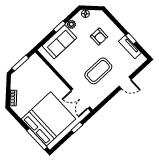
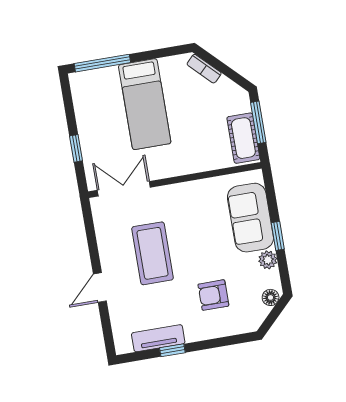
cot: (30, 65) -> (243, 138), added
bed: (49, 119) -> (145, 104), width x0.49

